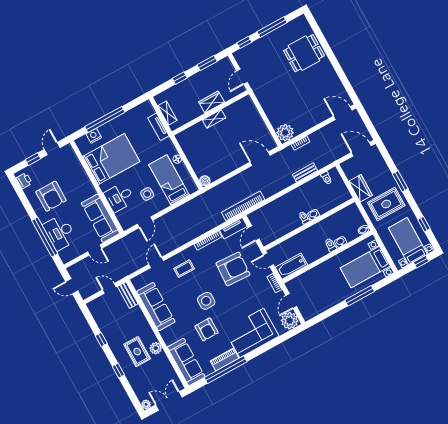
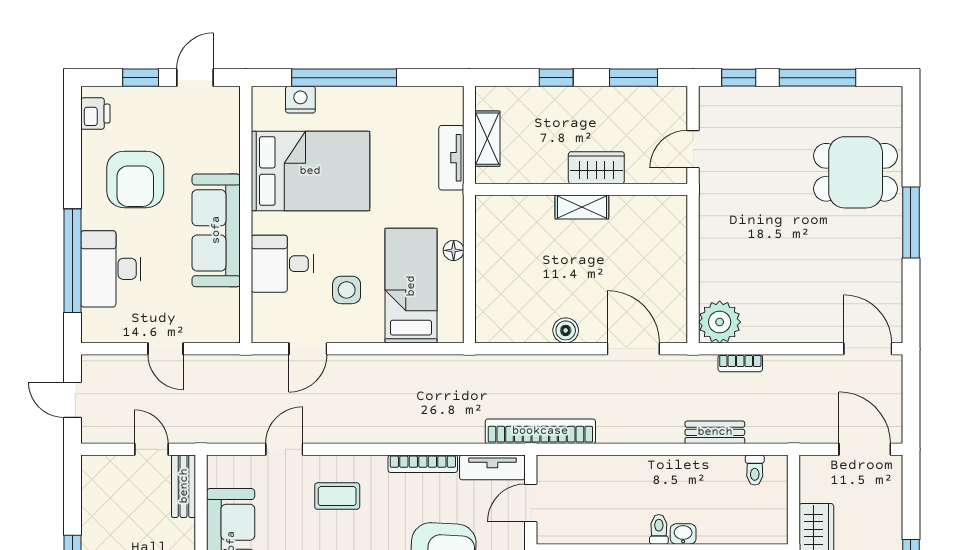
window: (333, 60) -> (911, 222), added
boiler: (205, 181) -> (566, 330), moved
sofa: (100, 218) -> (216, 230), moved

